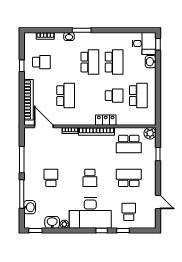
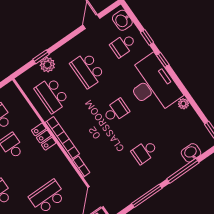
plant: (150, 133) -> (47, 65), moved
school desk: (129, 144) -> (52, 95), turned 180
washbasin: (52, 222) -> (122, 20), moved

